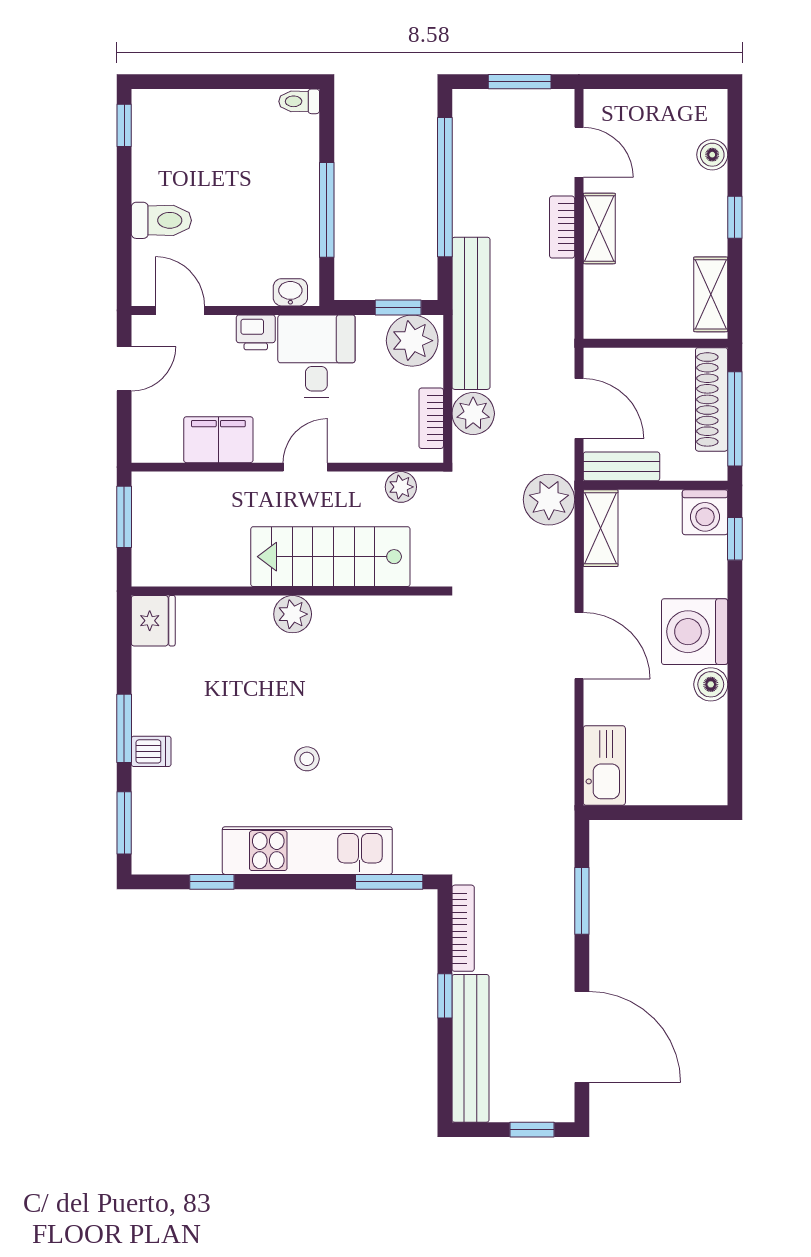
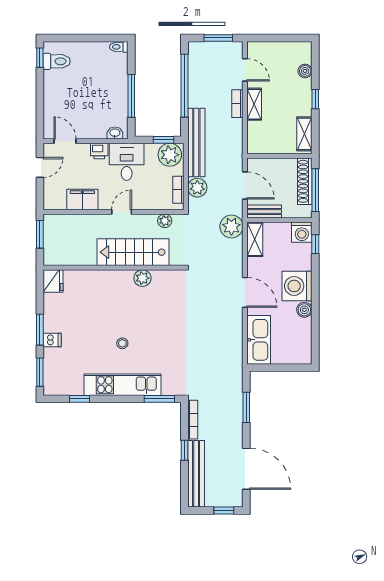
toilet: (161, 220) -> (57, 61), moved
plant: (293, 614) -> (142, 278), moved
kitchen sink: (604, 765) -> (259, 340), width x1.36, depth x1.24

